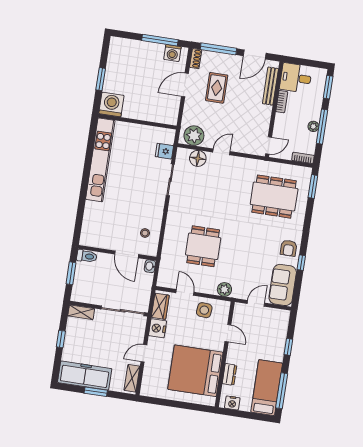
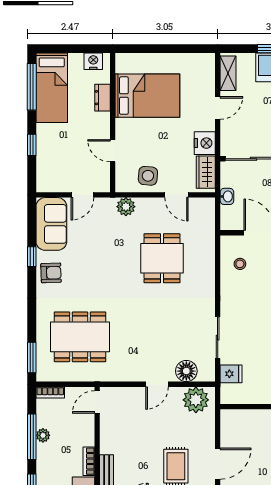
armchair: (289, 248) -> (51, 273), turned 88
washbasin: (150, 266) -> (227, 196), moved
bed: (195, 371) -> (147, 96), width x0.73

